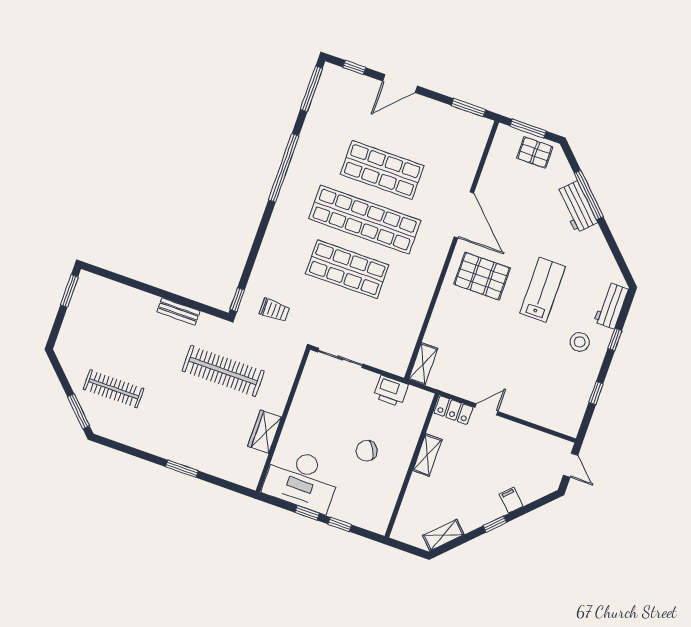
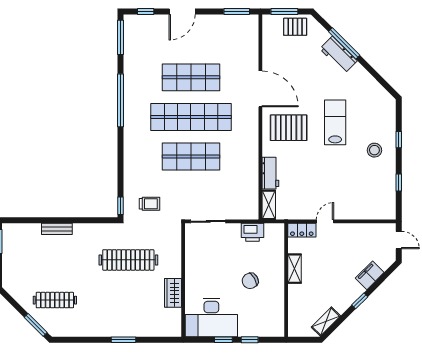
workbench: (611, 306) -> (270, 173), moved, turned 180
bench: (178, 311) -> (57, 229), moved
filing cabinet: (511, 500) -> (370, 275), width x2.00

